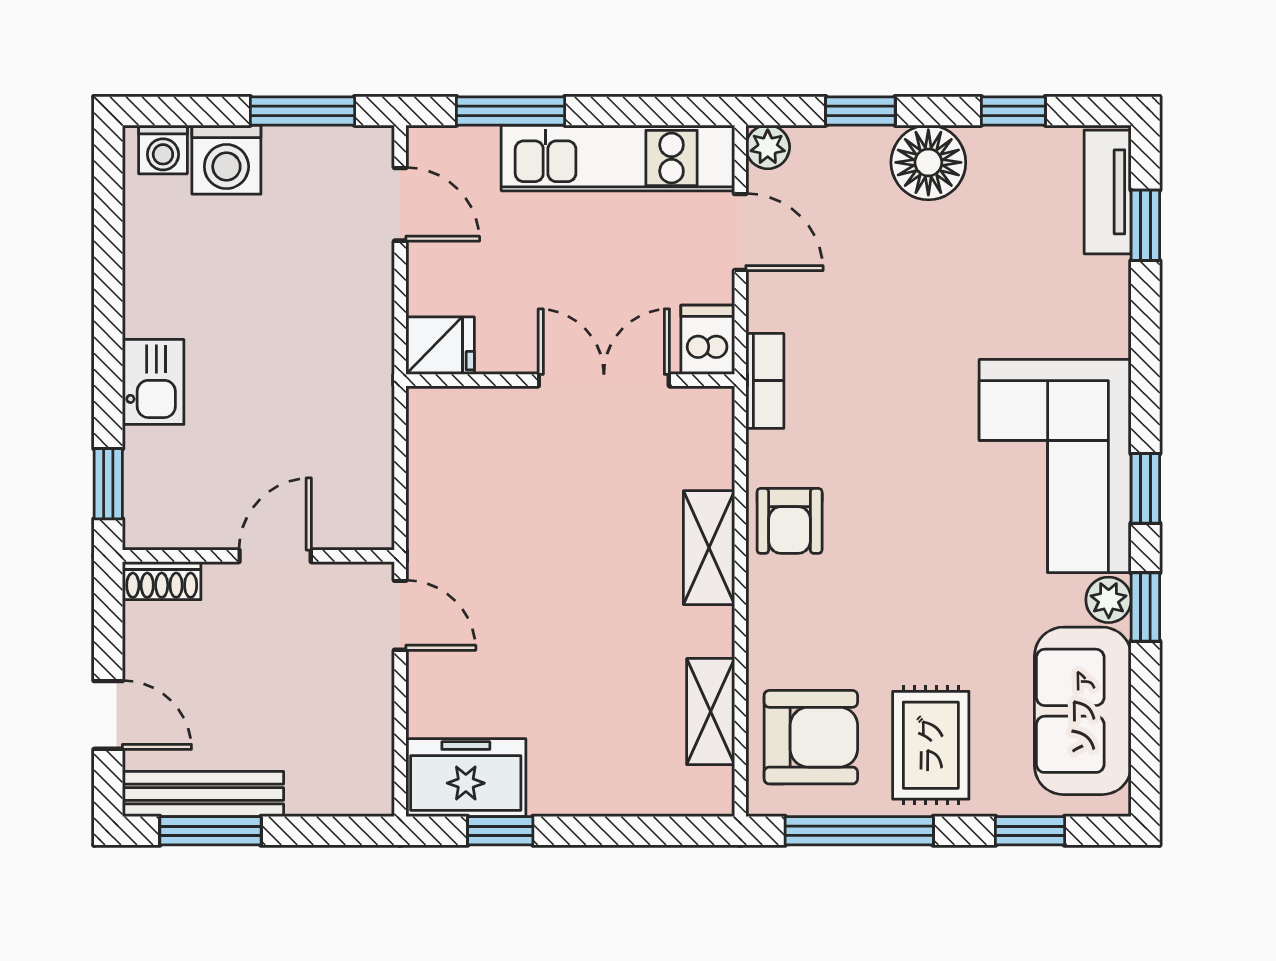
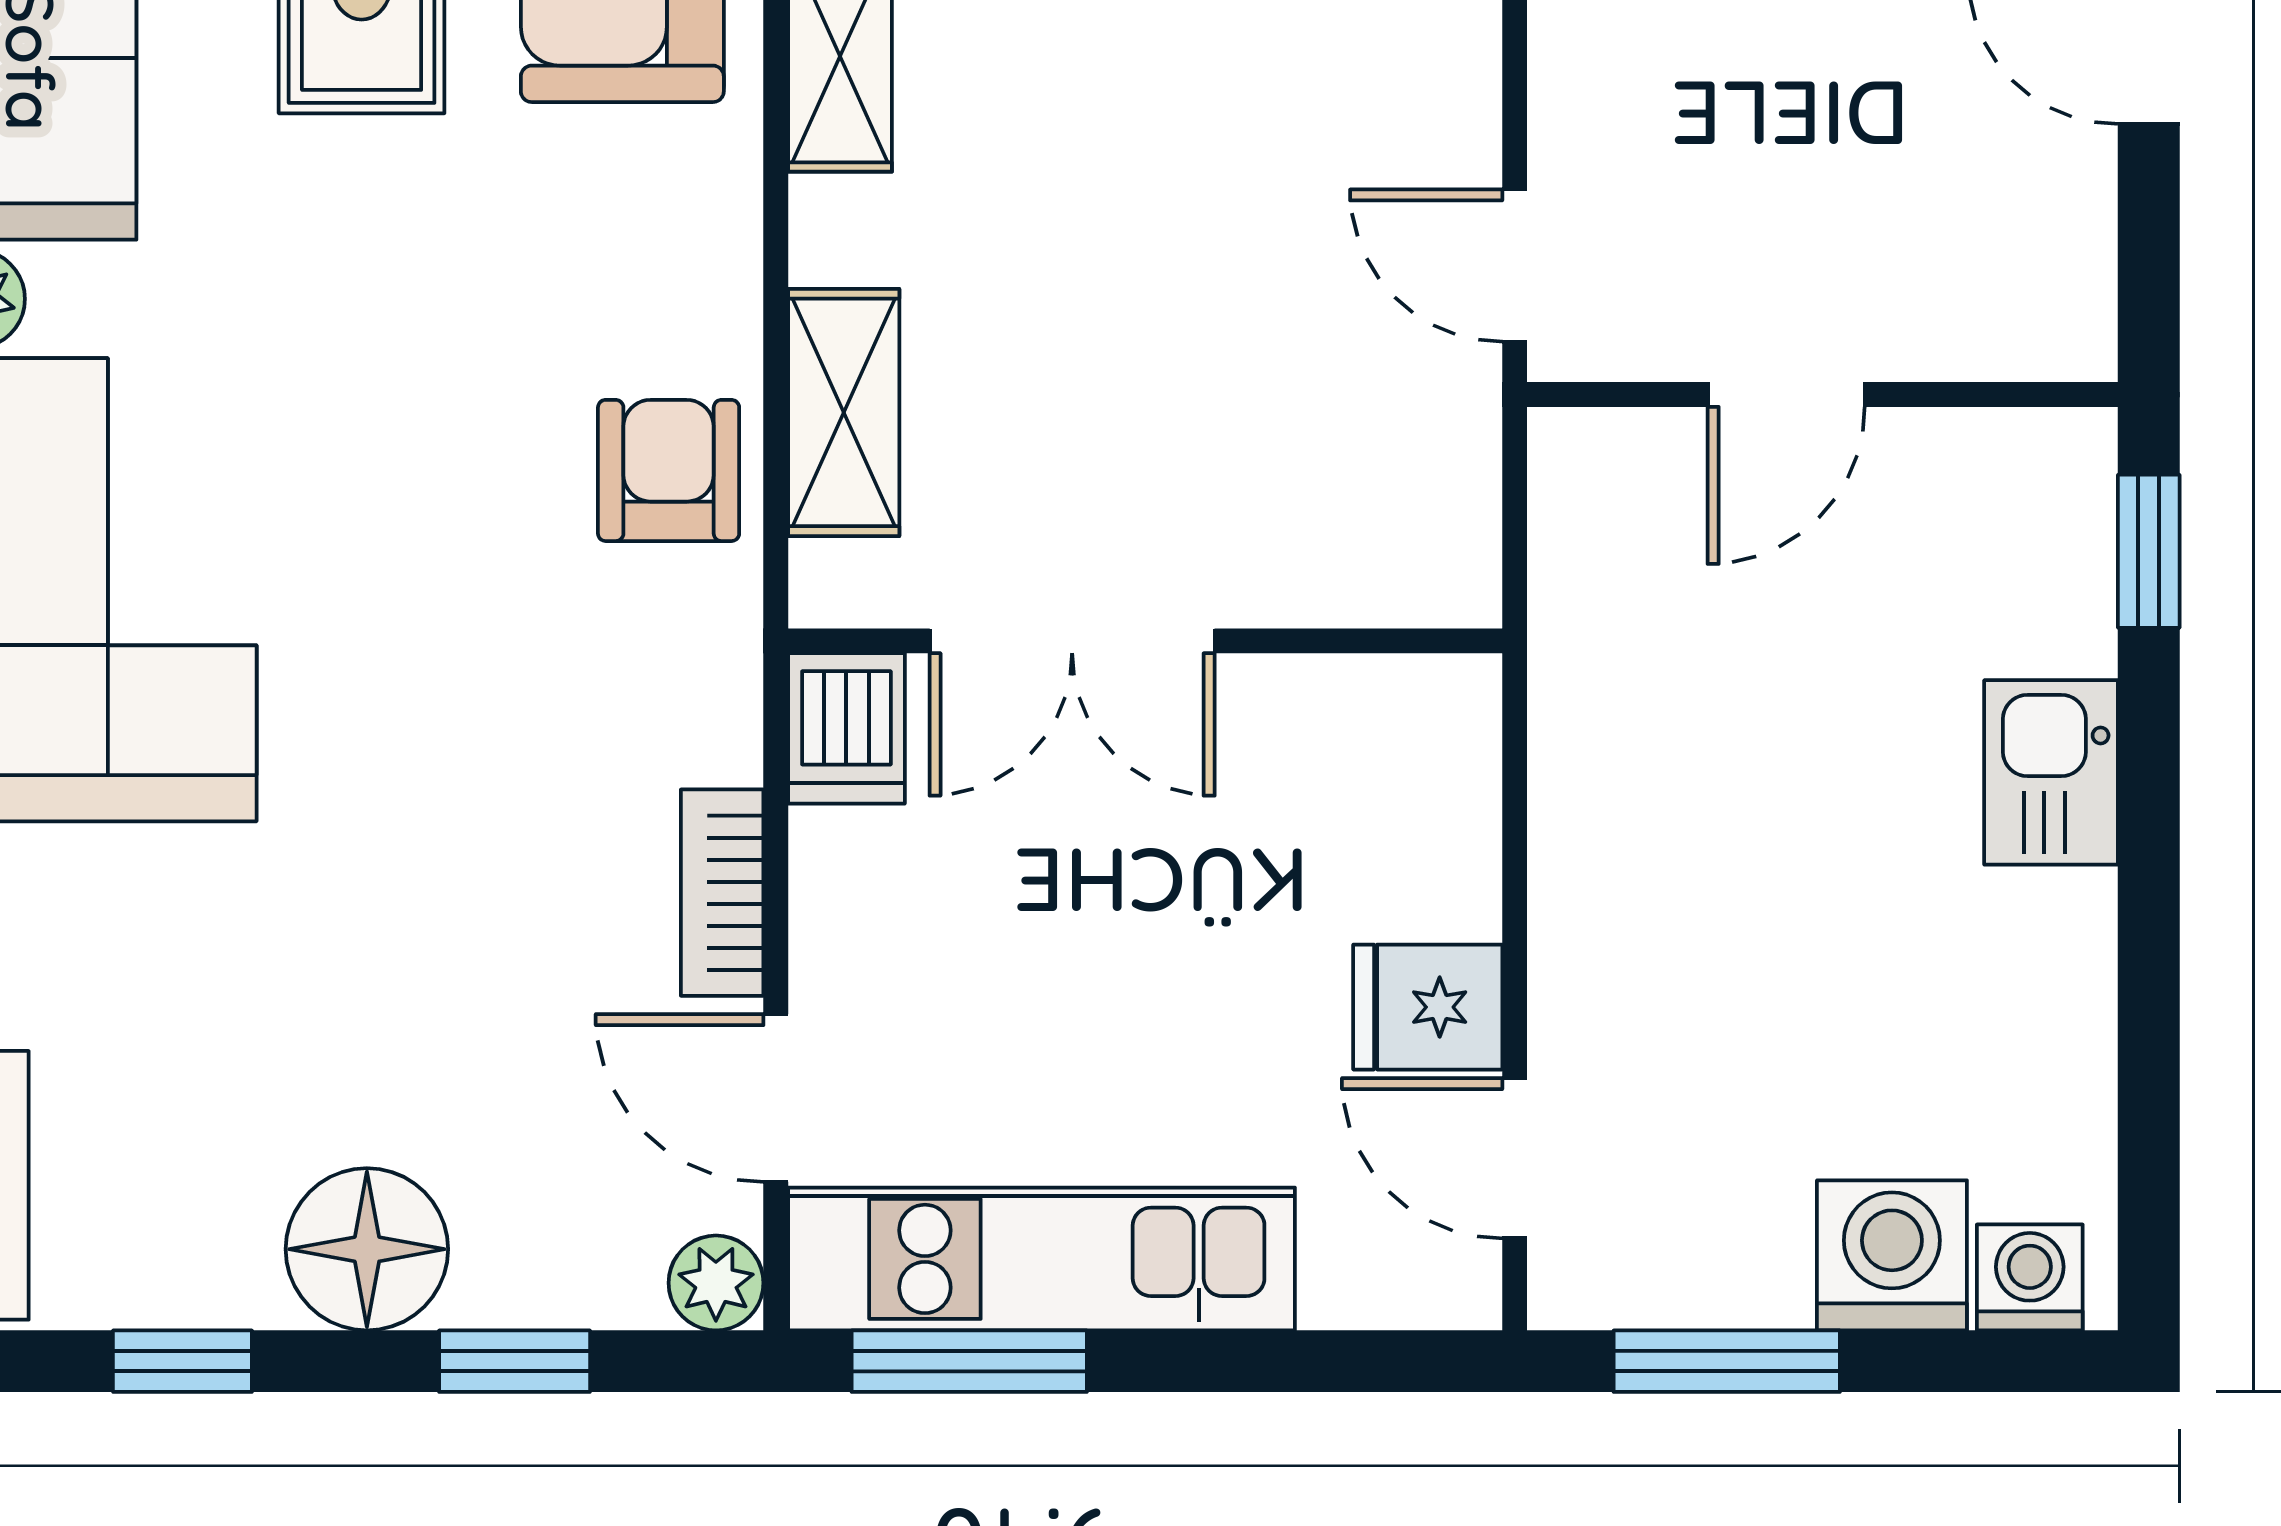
window: (511, 111) -> (969, 1361), moved
dishwasher: (708, 340) -> (846, 728), moved
fridge: (440, 346) -> (1428, 1007), moved
wall: (570, 380) -> (1145, 641), moved
double door: (604, 380) -> (1072, 641), moved
bookcase: (765, 381) -> (722, 893), moved
shoe rack: (162, 581) -> (2033, 341), removed

